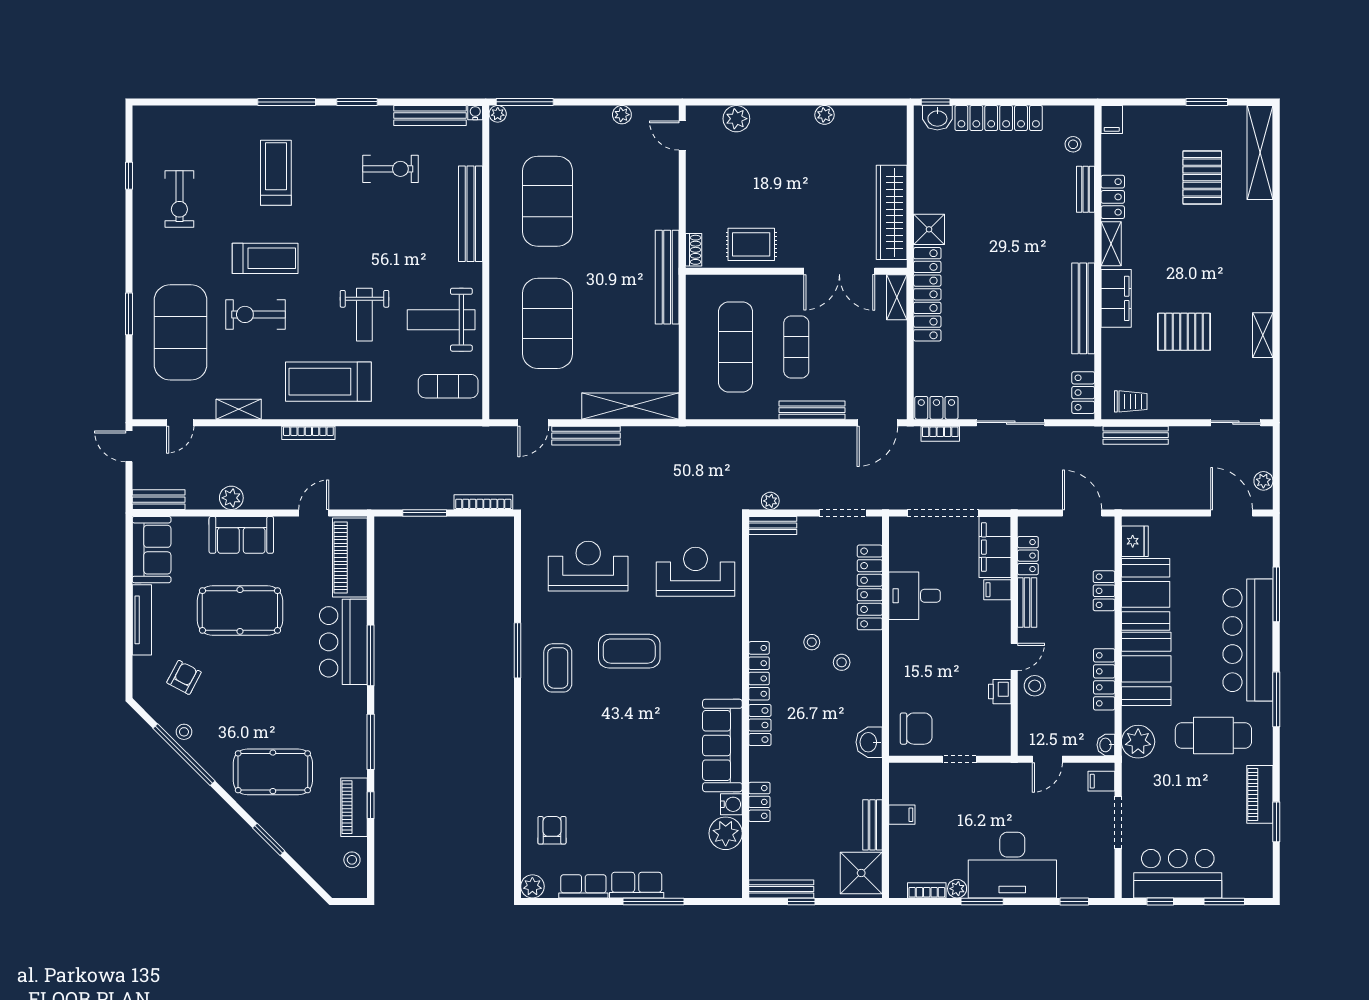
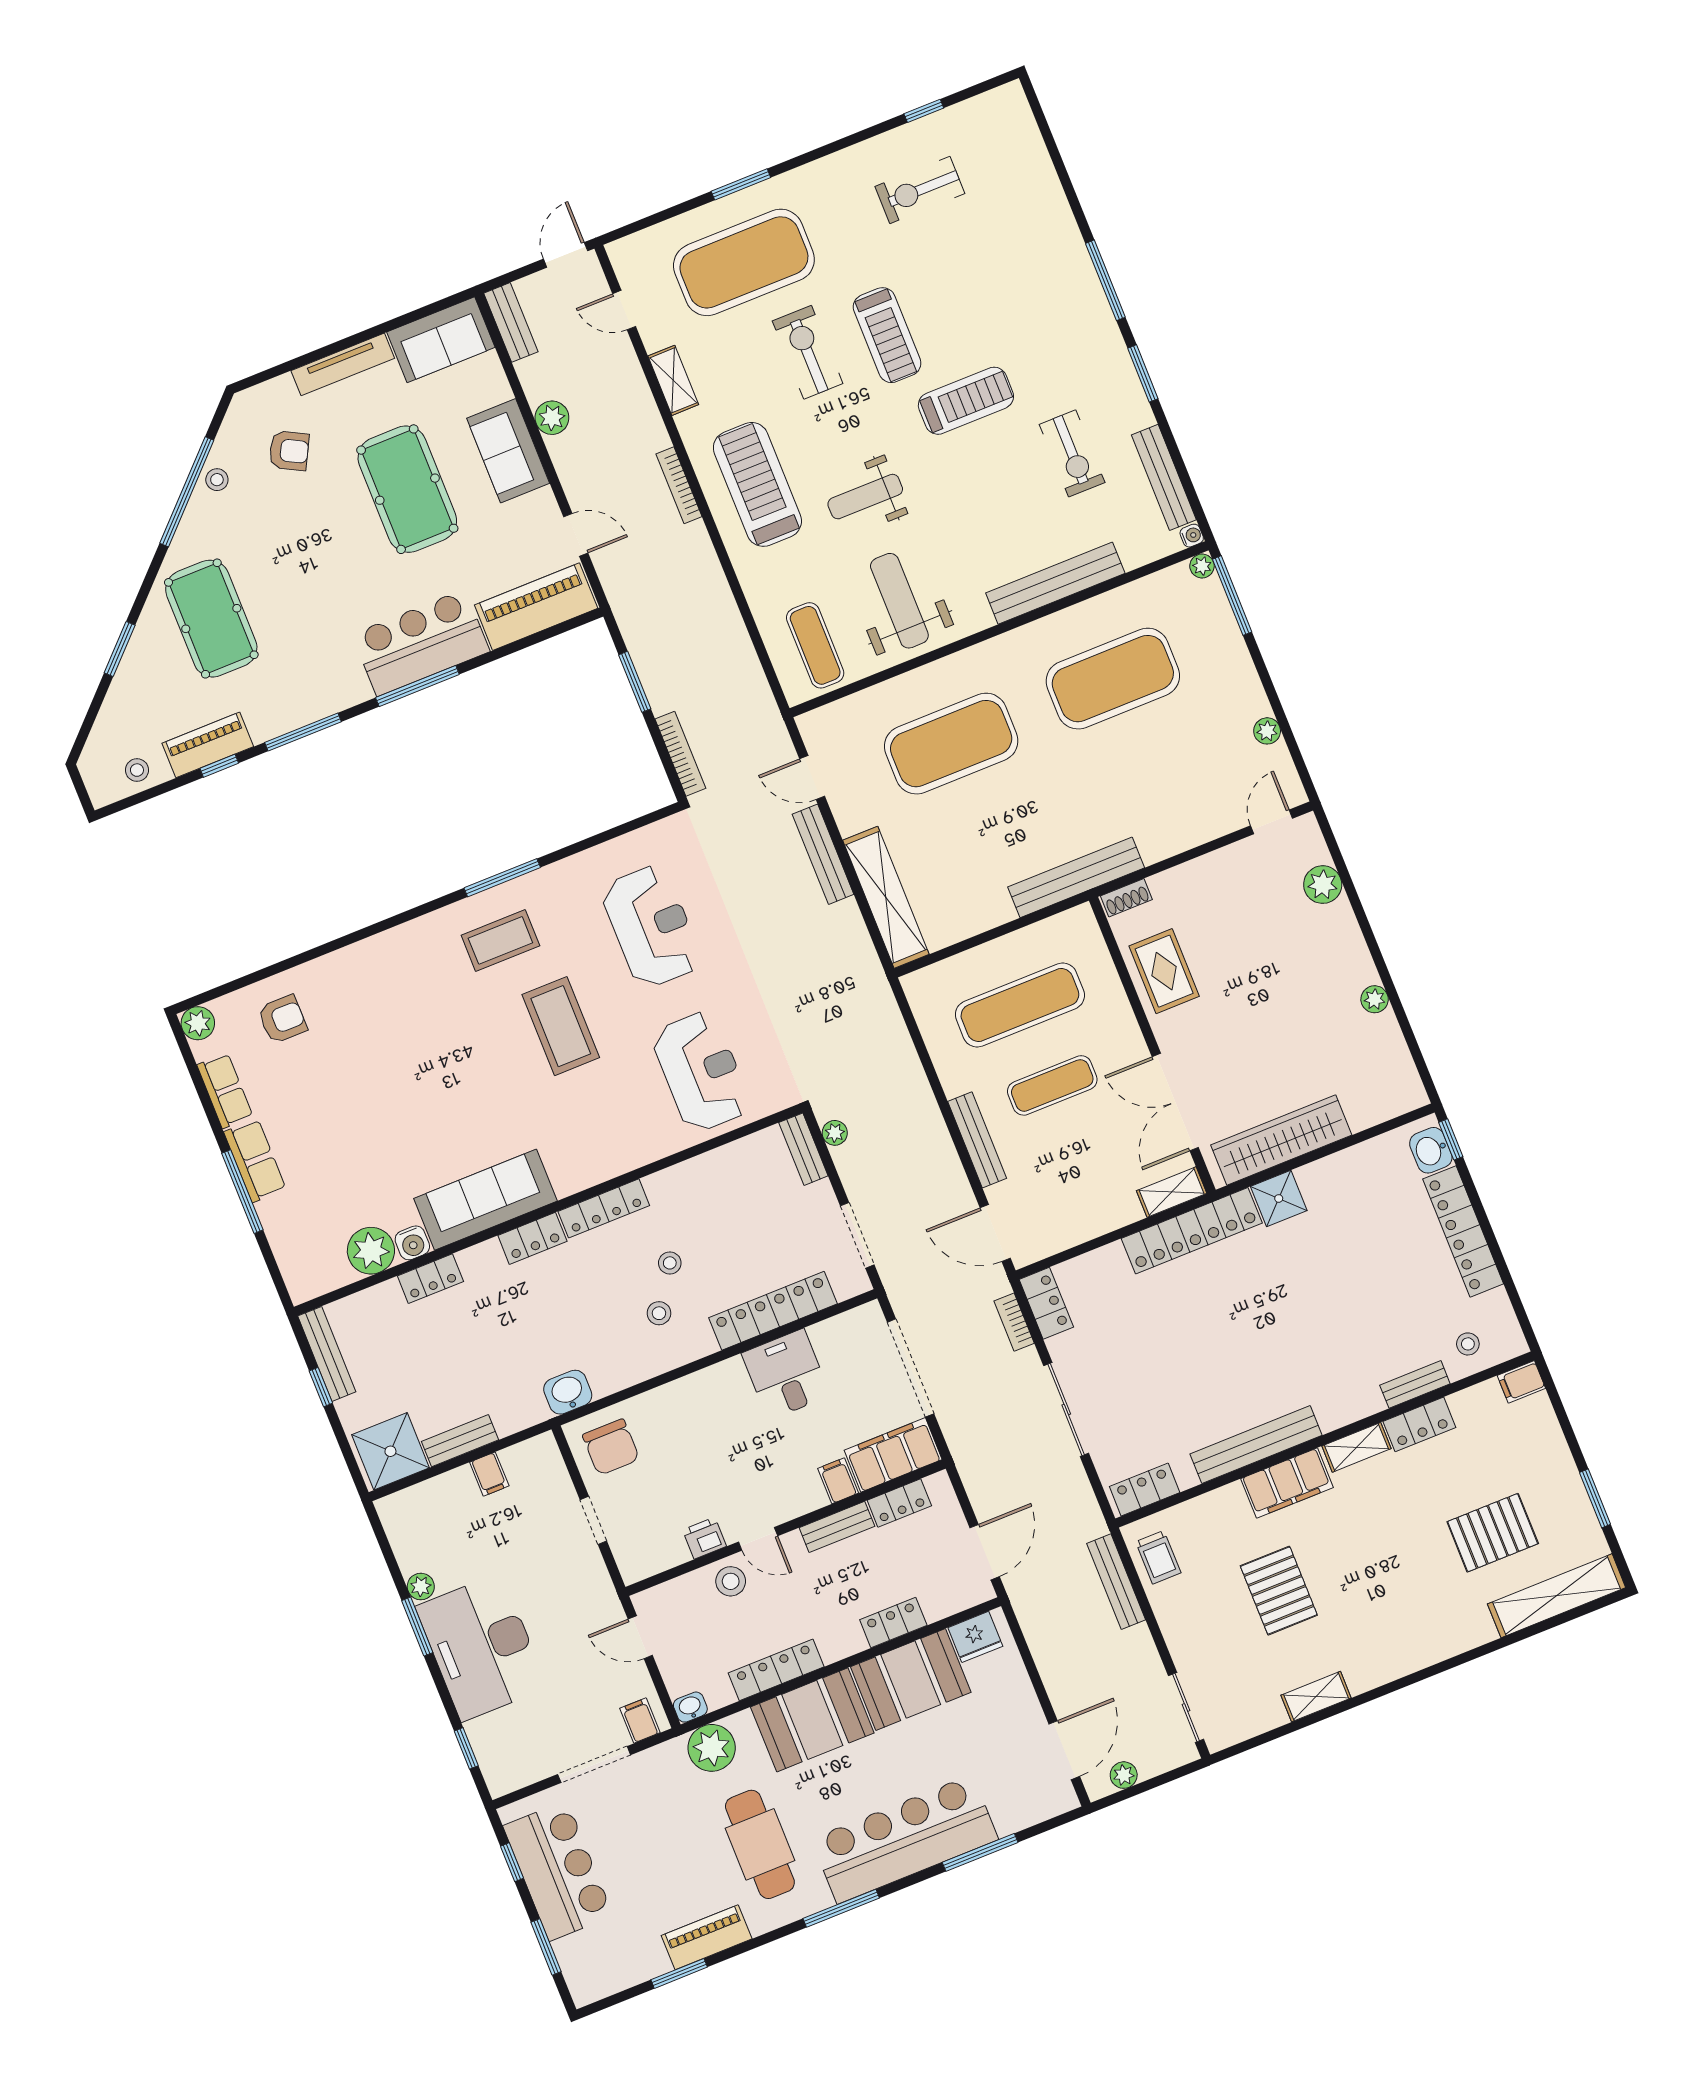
treadmill: (276, 173) -> (966, 401), moved
bookcase: (927, 890) -> (402, 1547), removed

